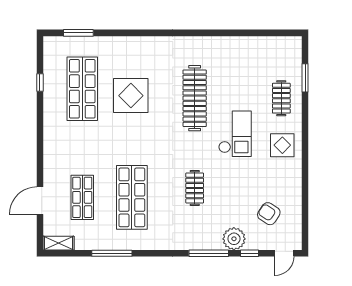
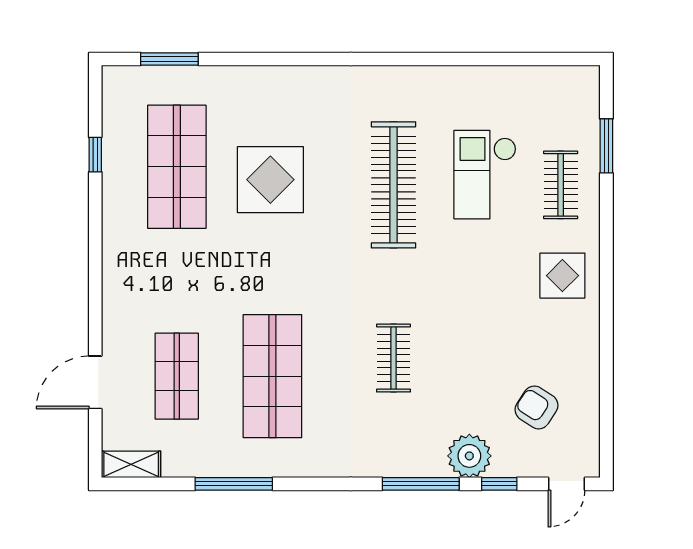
checkout: (235, 134) -> (485, 175), moved, turned 180

